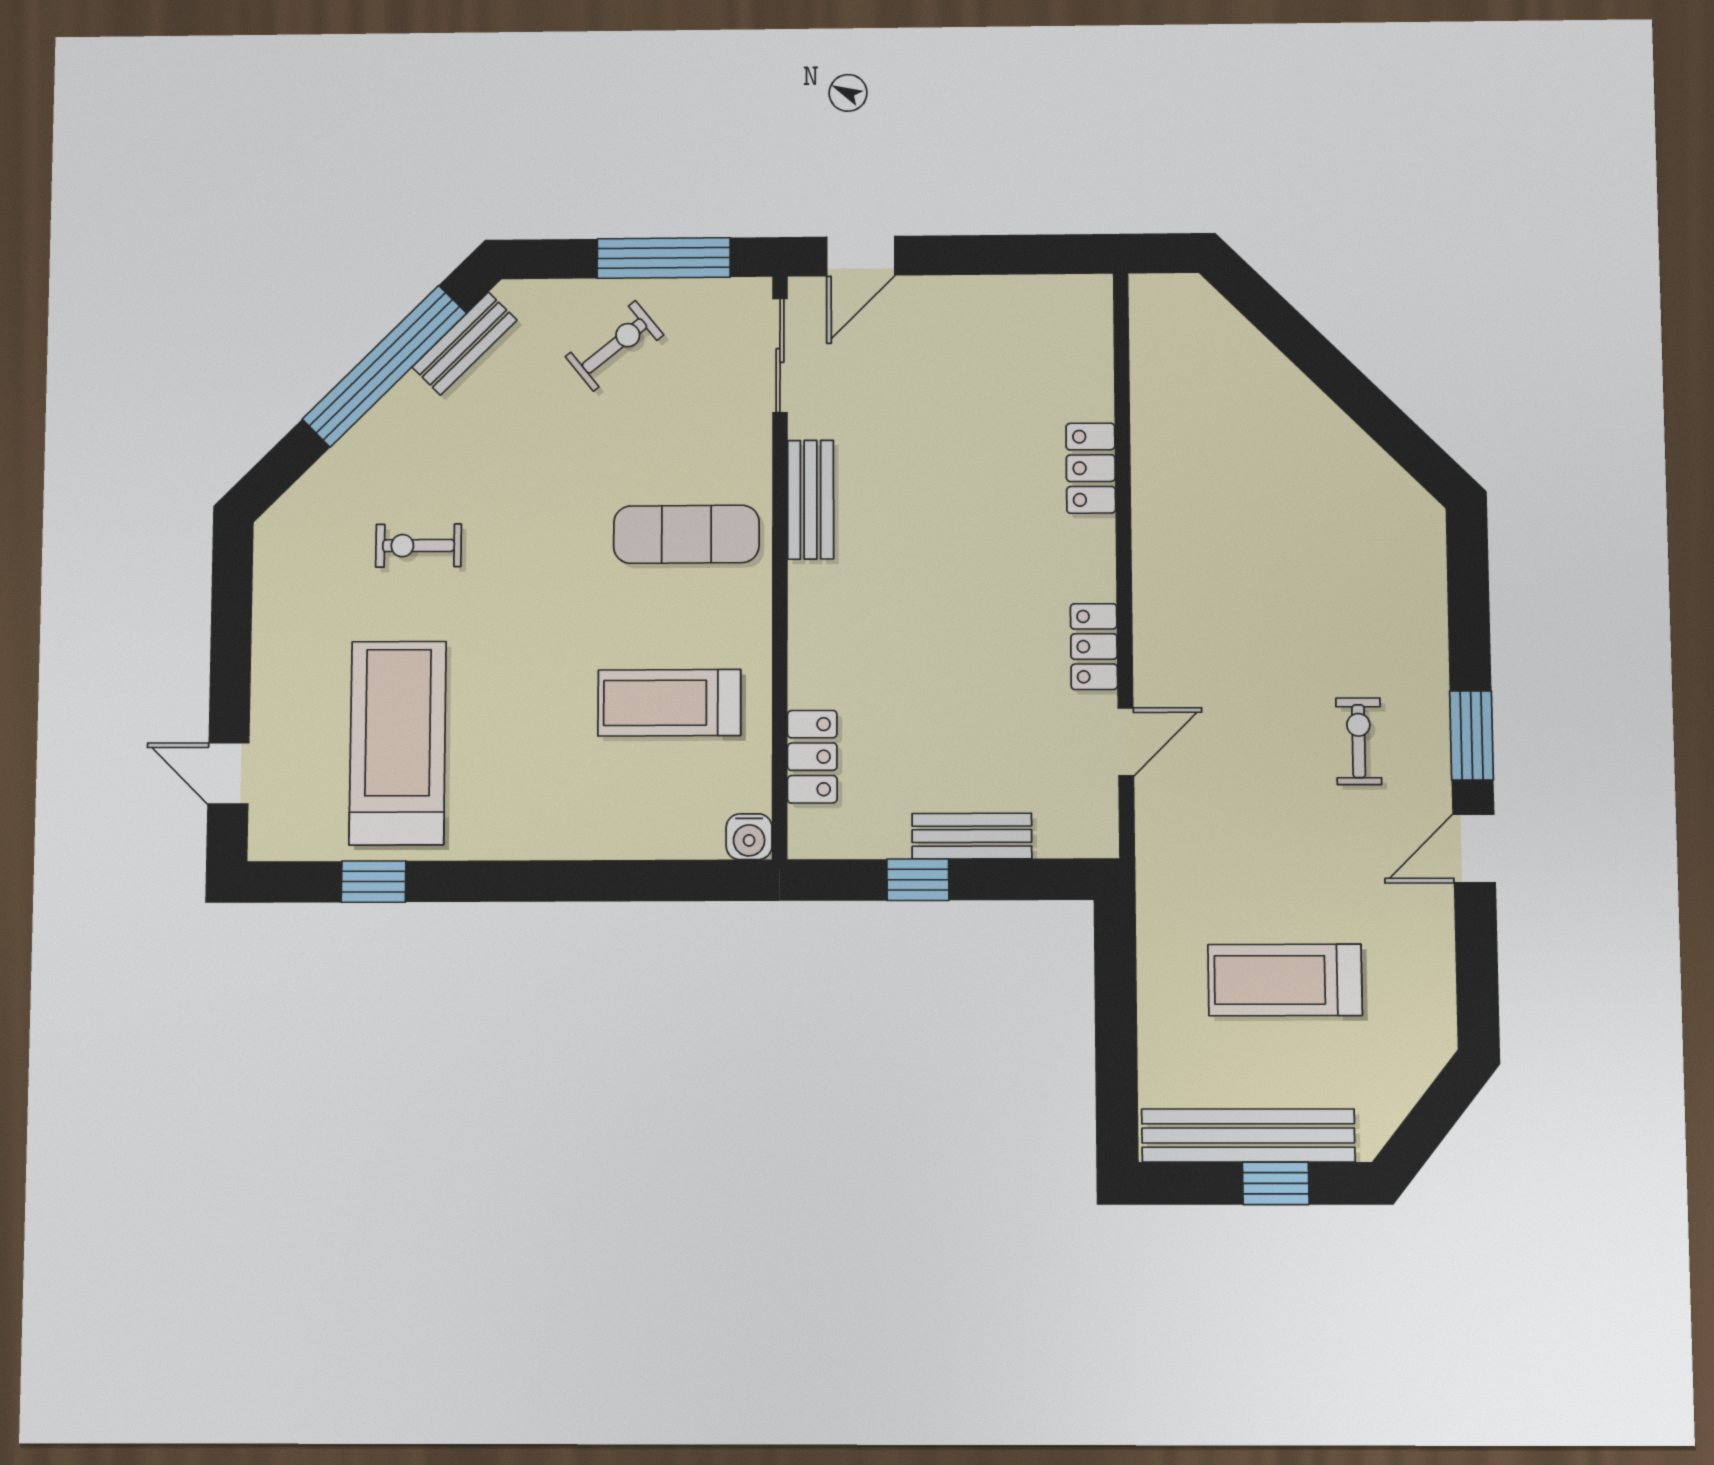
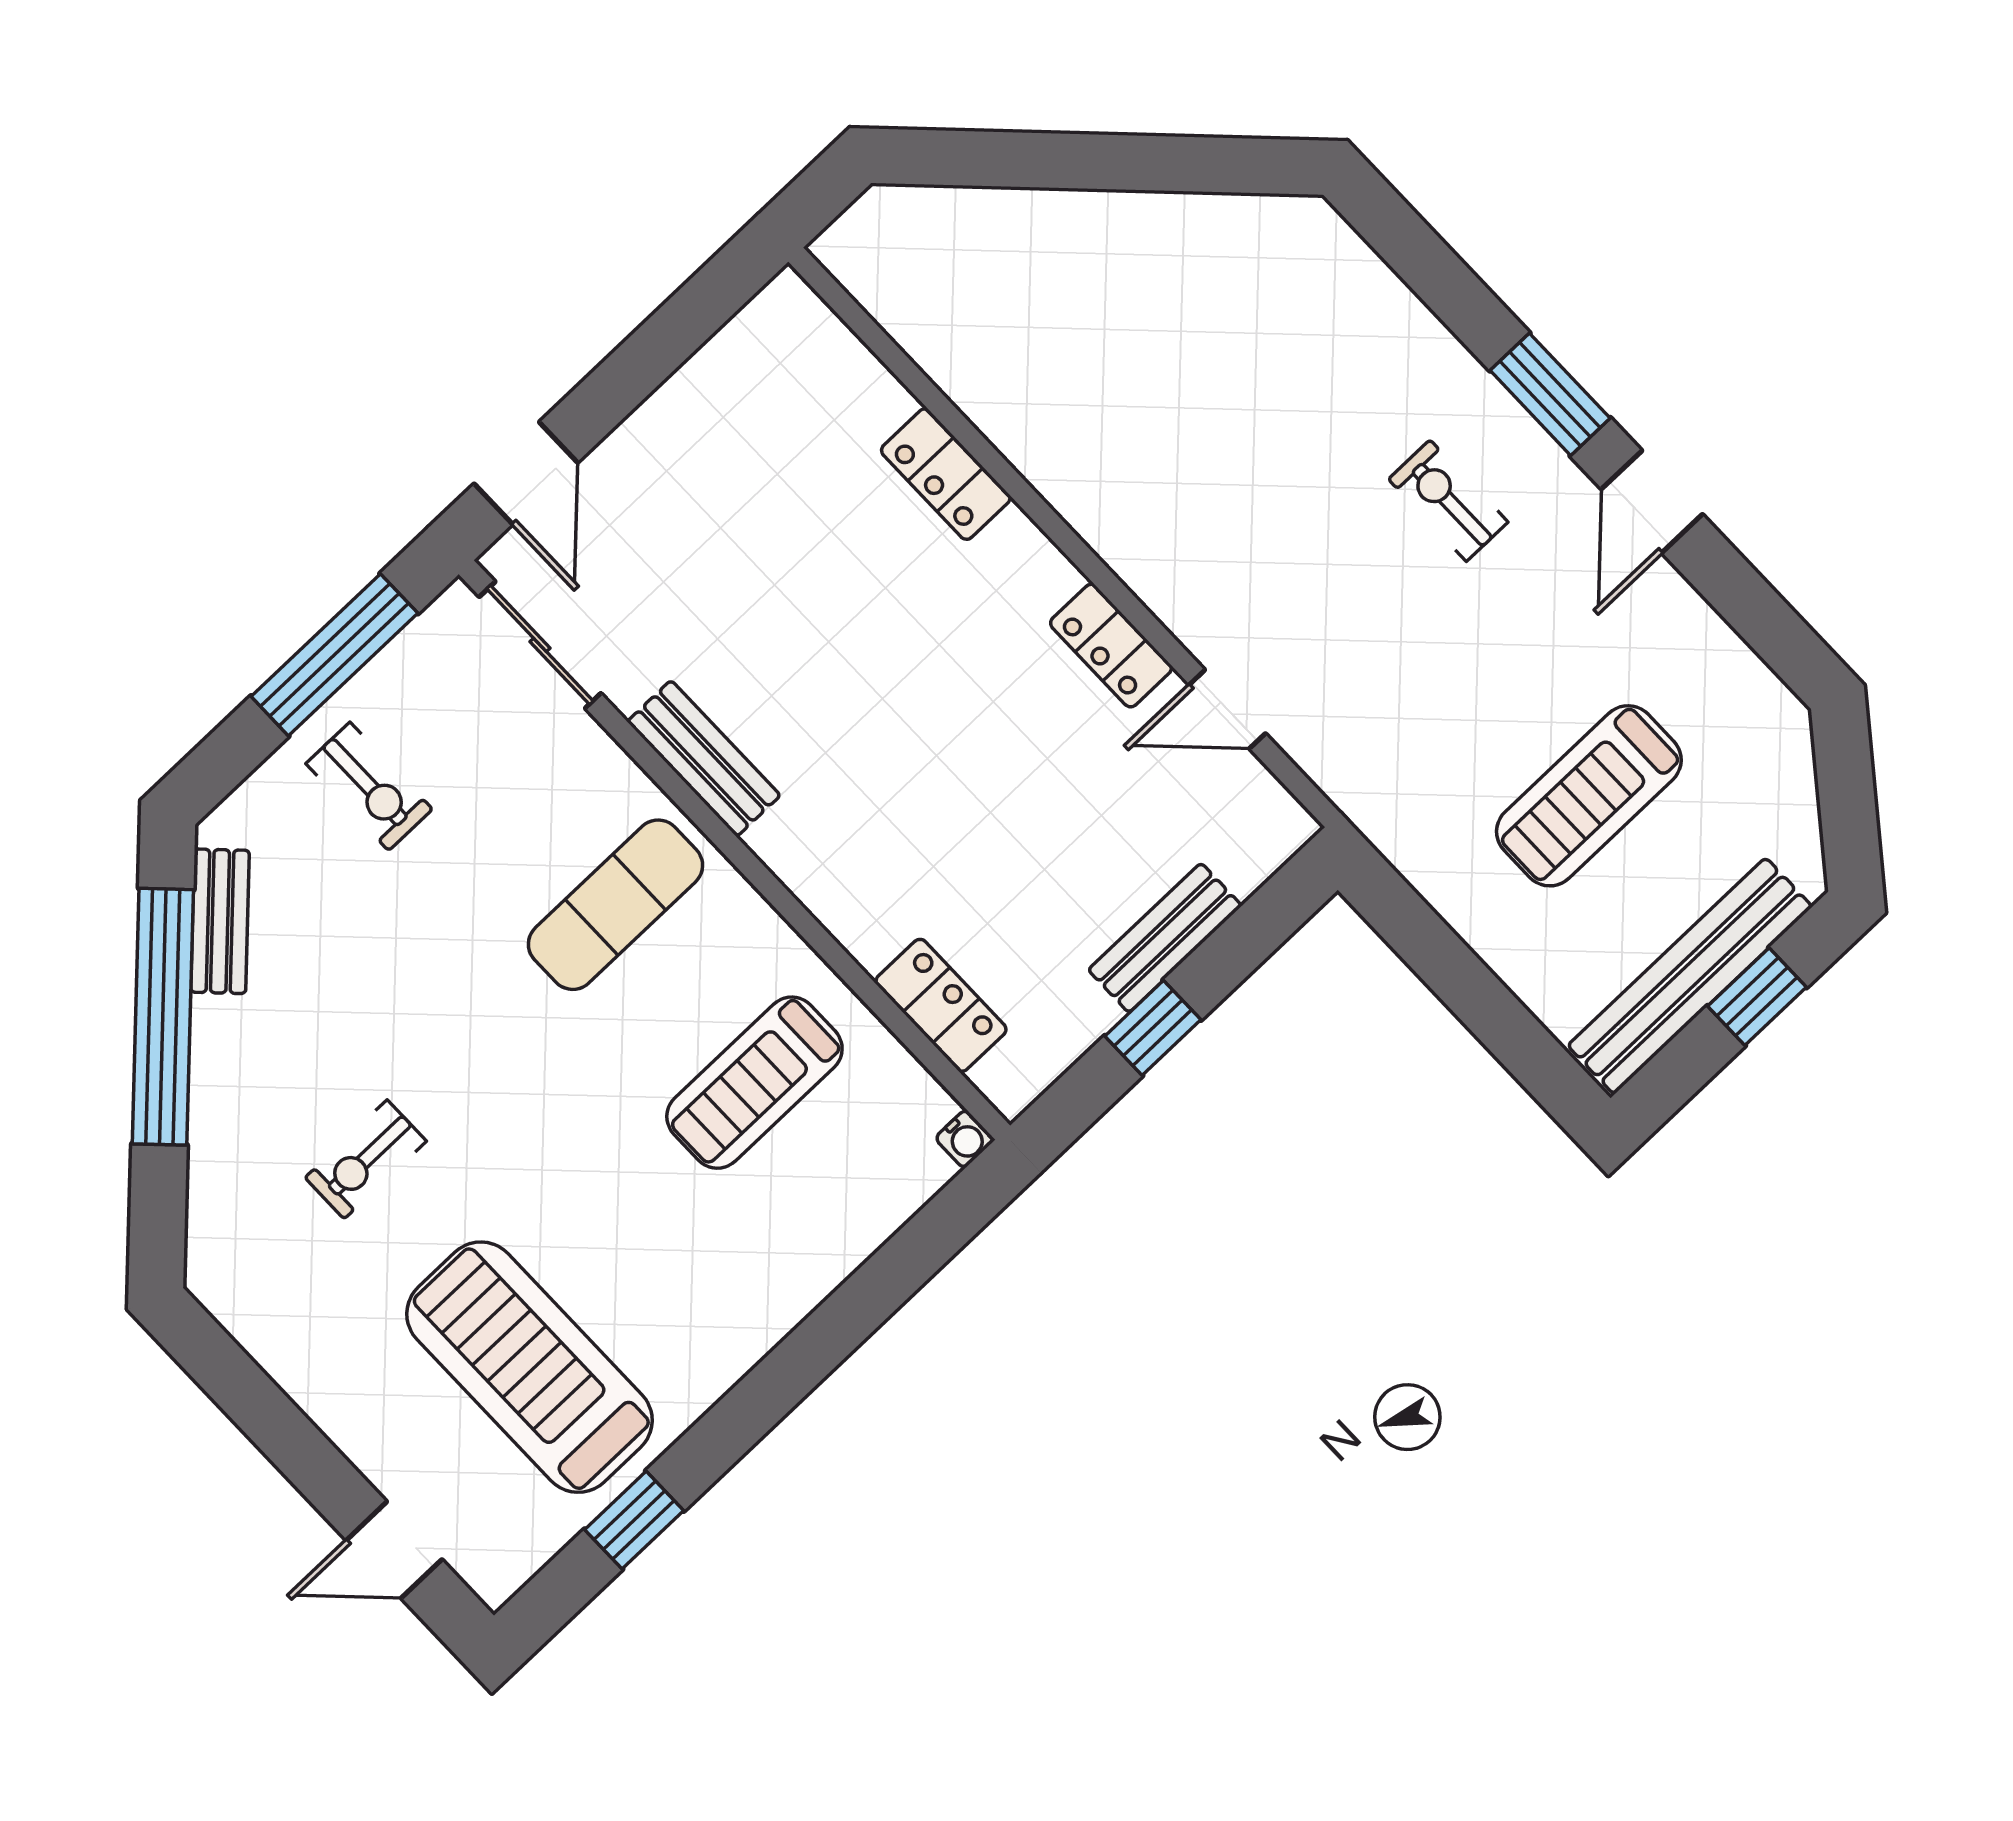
exercise bike: (614, 346) -> (369, 786), turned 129
door: (1126, 742) -> (1227, 709), swing flipped
water cooler: (749, 837) -> (965, 1139), width x0.72, depth x0.72

